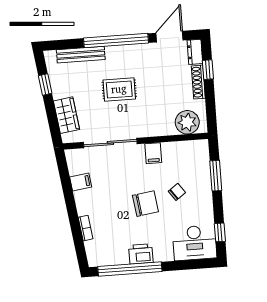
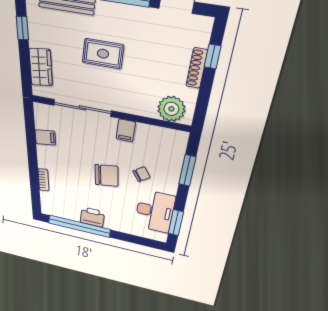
dresser: (195, 52) -> (203, 31), removed
window: (220, 232) -> (176, 223), width x1.50
desk: (194, 243) -> (155, 211), moved, turned -90

